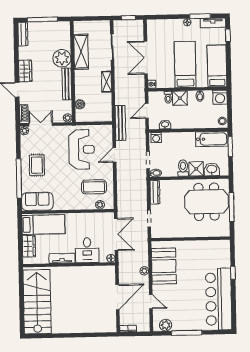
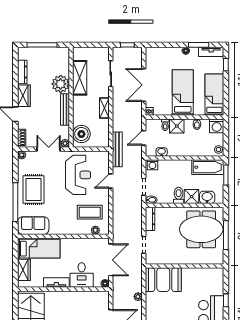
dresser: (23, 34) -> (22, 72), moved
boiler: (80, 104) -> (81, 134), width x1.86, depth x1.86
double door: (41, 124) -> (49, 149), moved
rug: (37, 165) -> (33, 189), width x1.36, depth x1.43
booth: (164, 266) -> (163, 280), moved, turned 90

